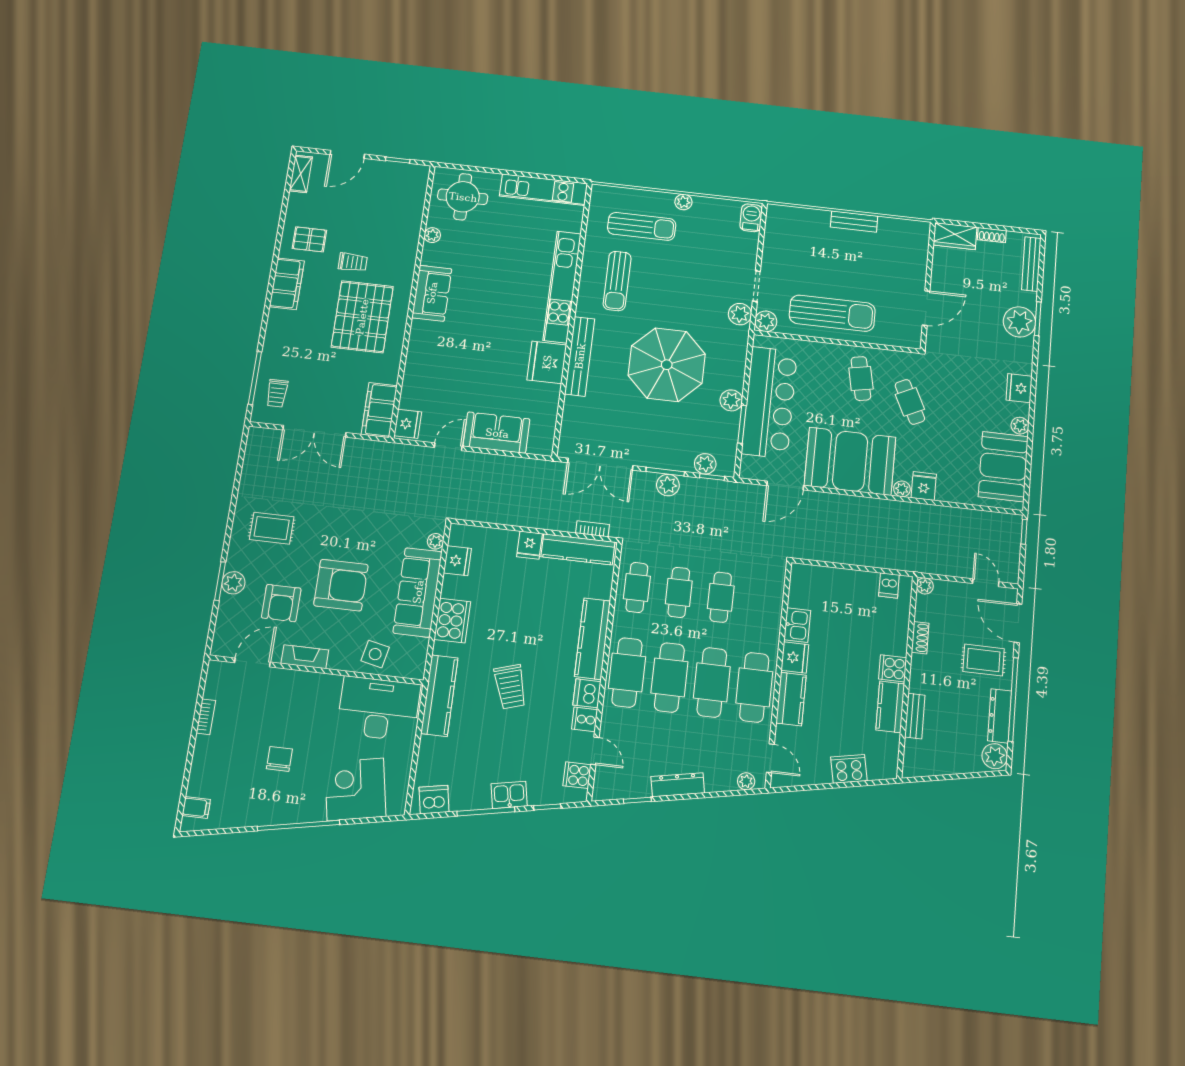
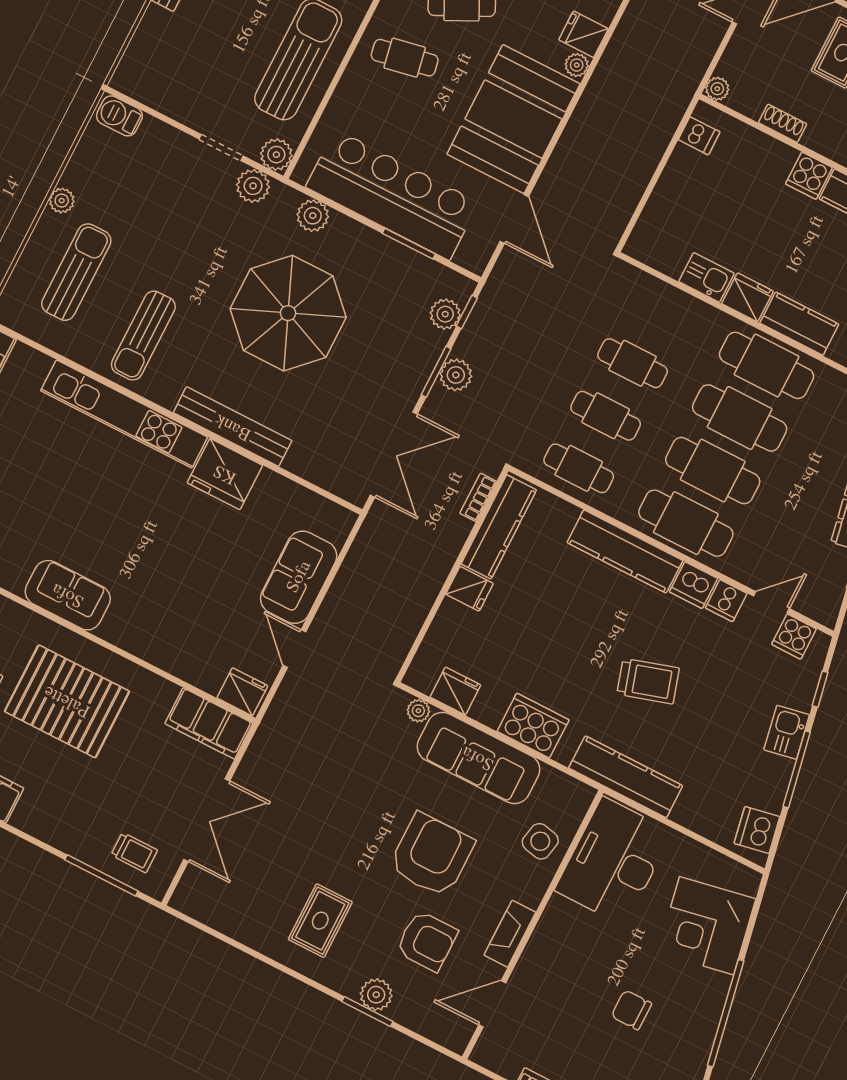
sun lounger: (617, 281) -> (143, 336), turned 90
plant: (731, 400) -> (313, 216), moved
door: (252, 662) -> (492, 1004), hinge flipped

